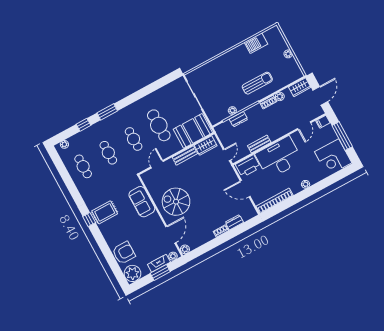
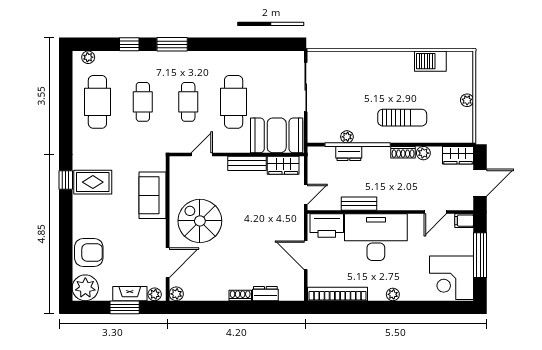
cafe table: (83, 166) -> (97, 102), width x1.37, depth x1.35

